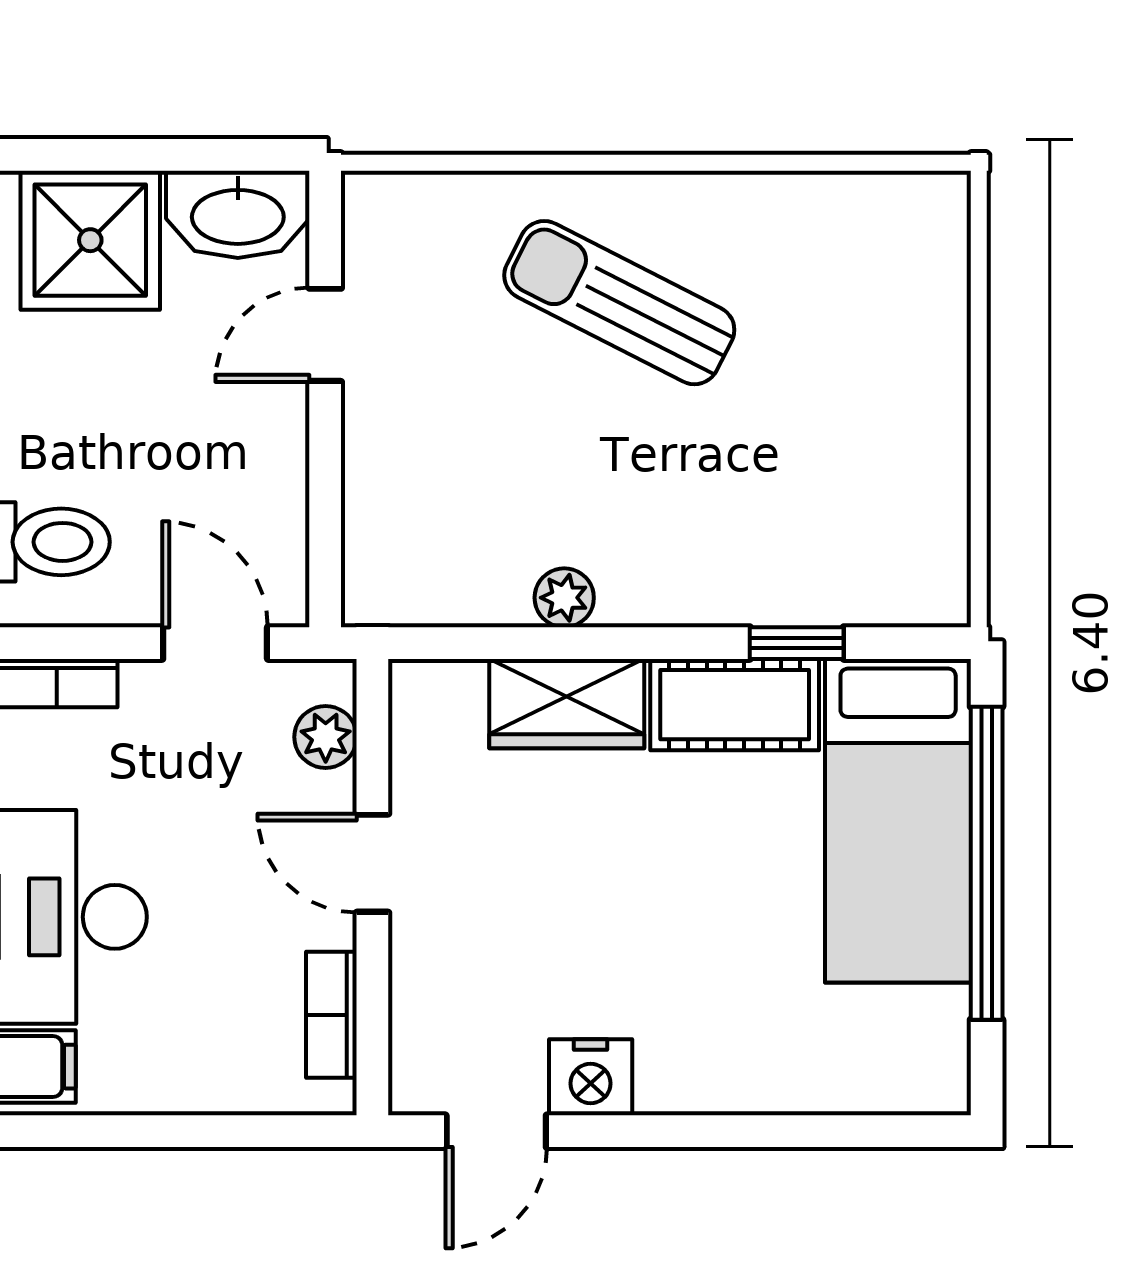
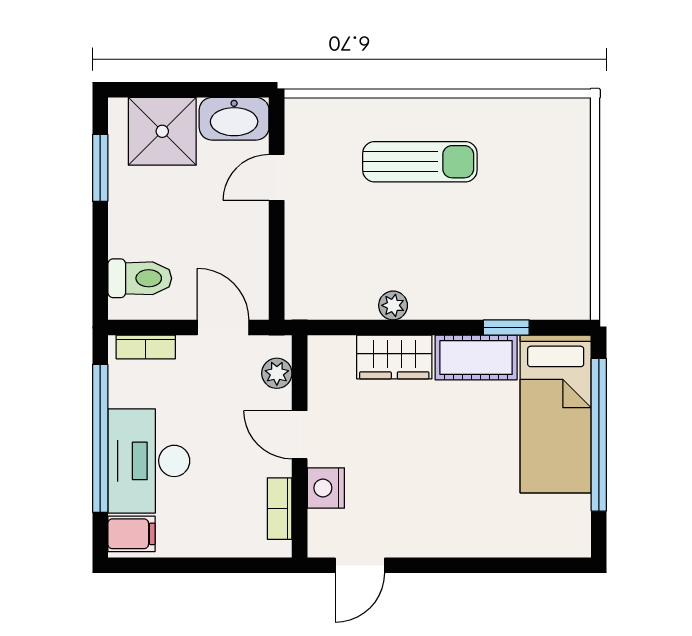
sun lounger: (619, 303) -> (420, 162), turned 153
nightstand: (591, 1077) -> (326, 488), moved, turned 90

